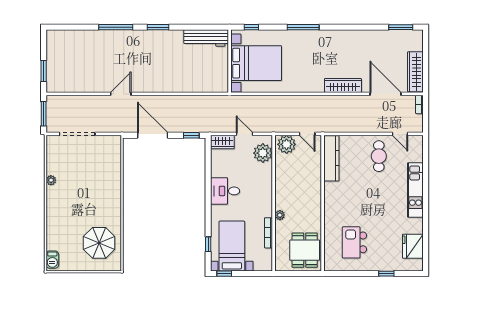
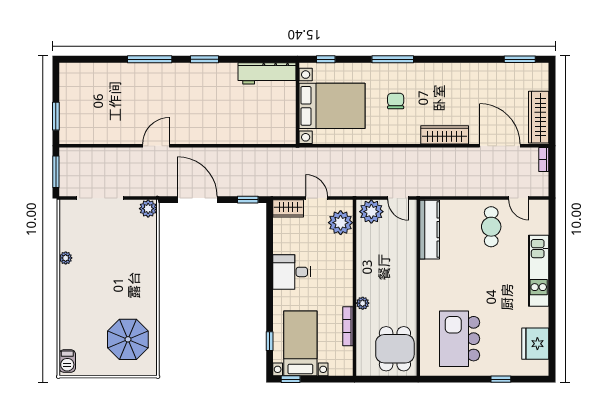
chair: (305, 59) -> (396, 101), added
plant: (115, 142) -> (148, 209), added
kitchen island: (355, 242) -> (460, 339), width x1.37, depth x1.28

